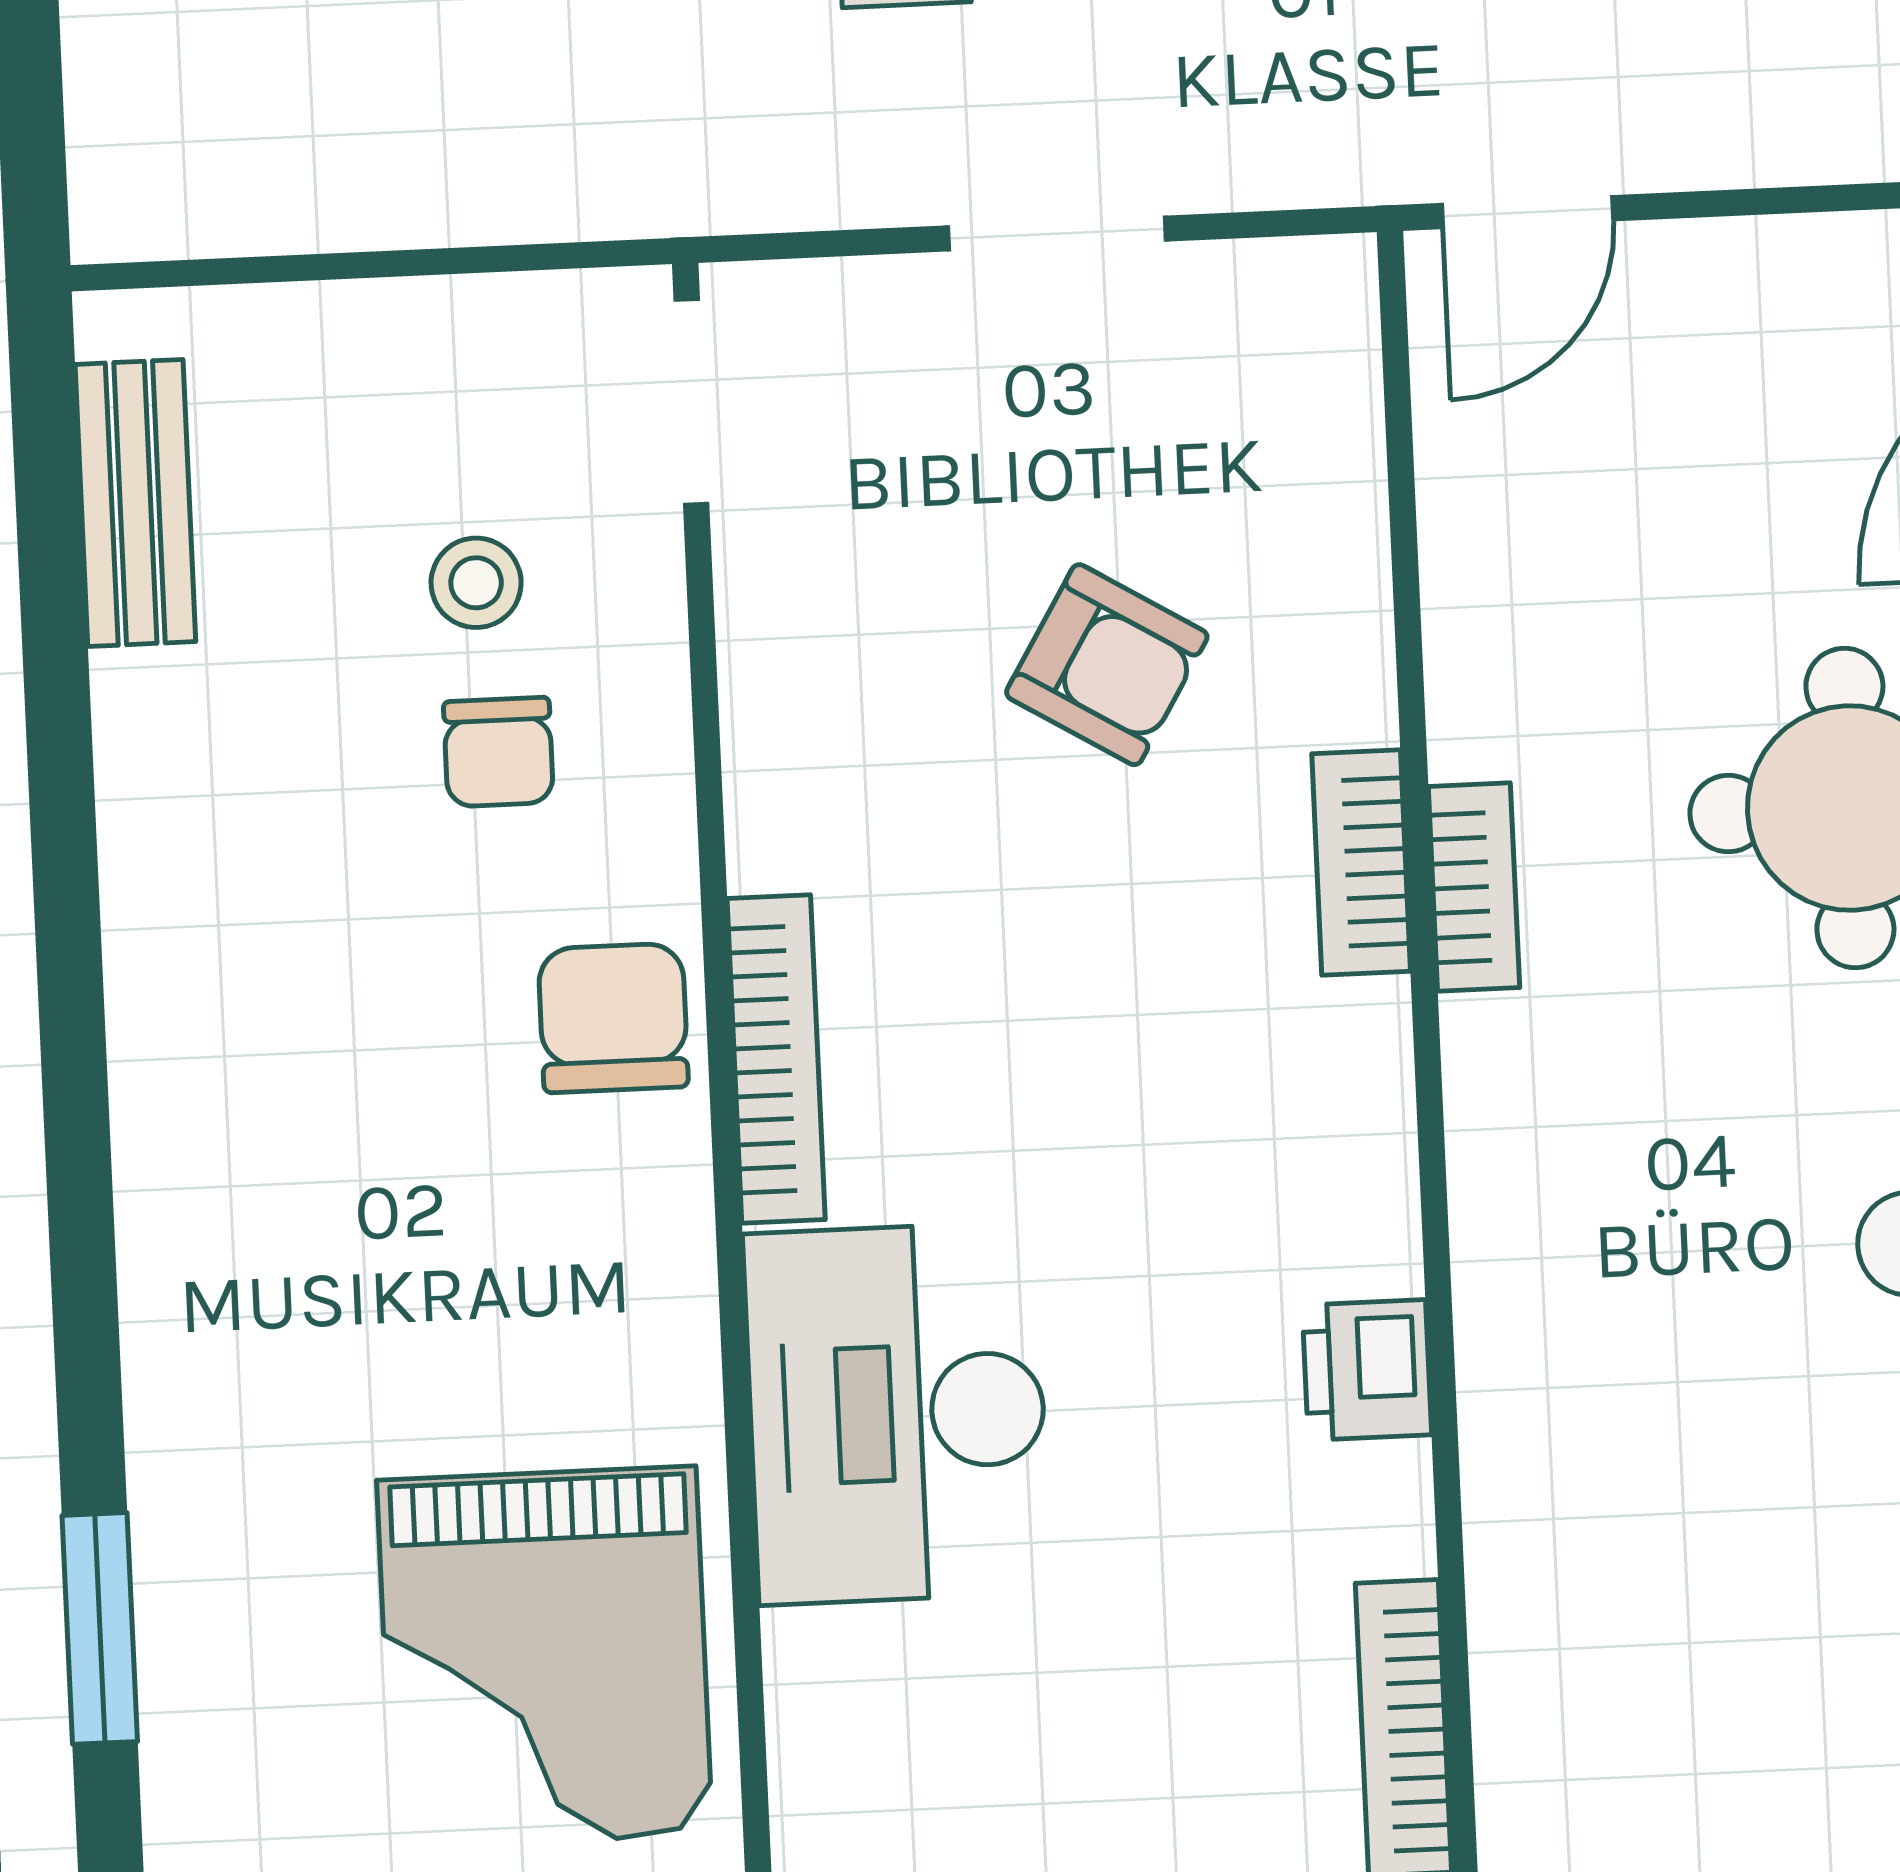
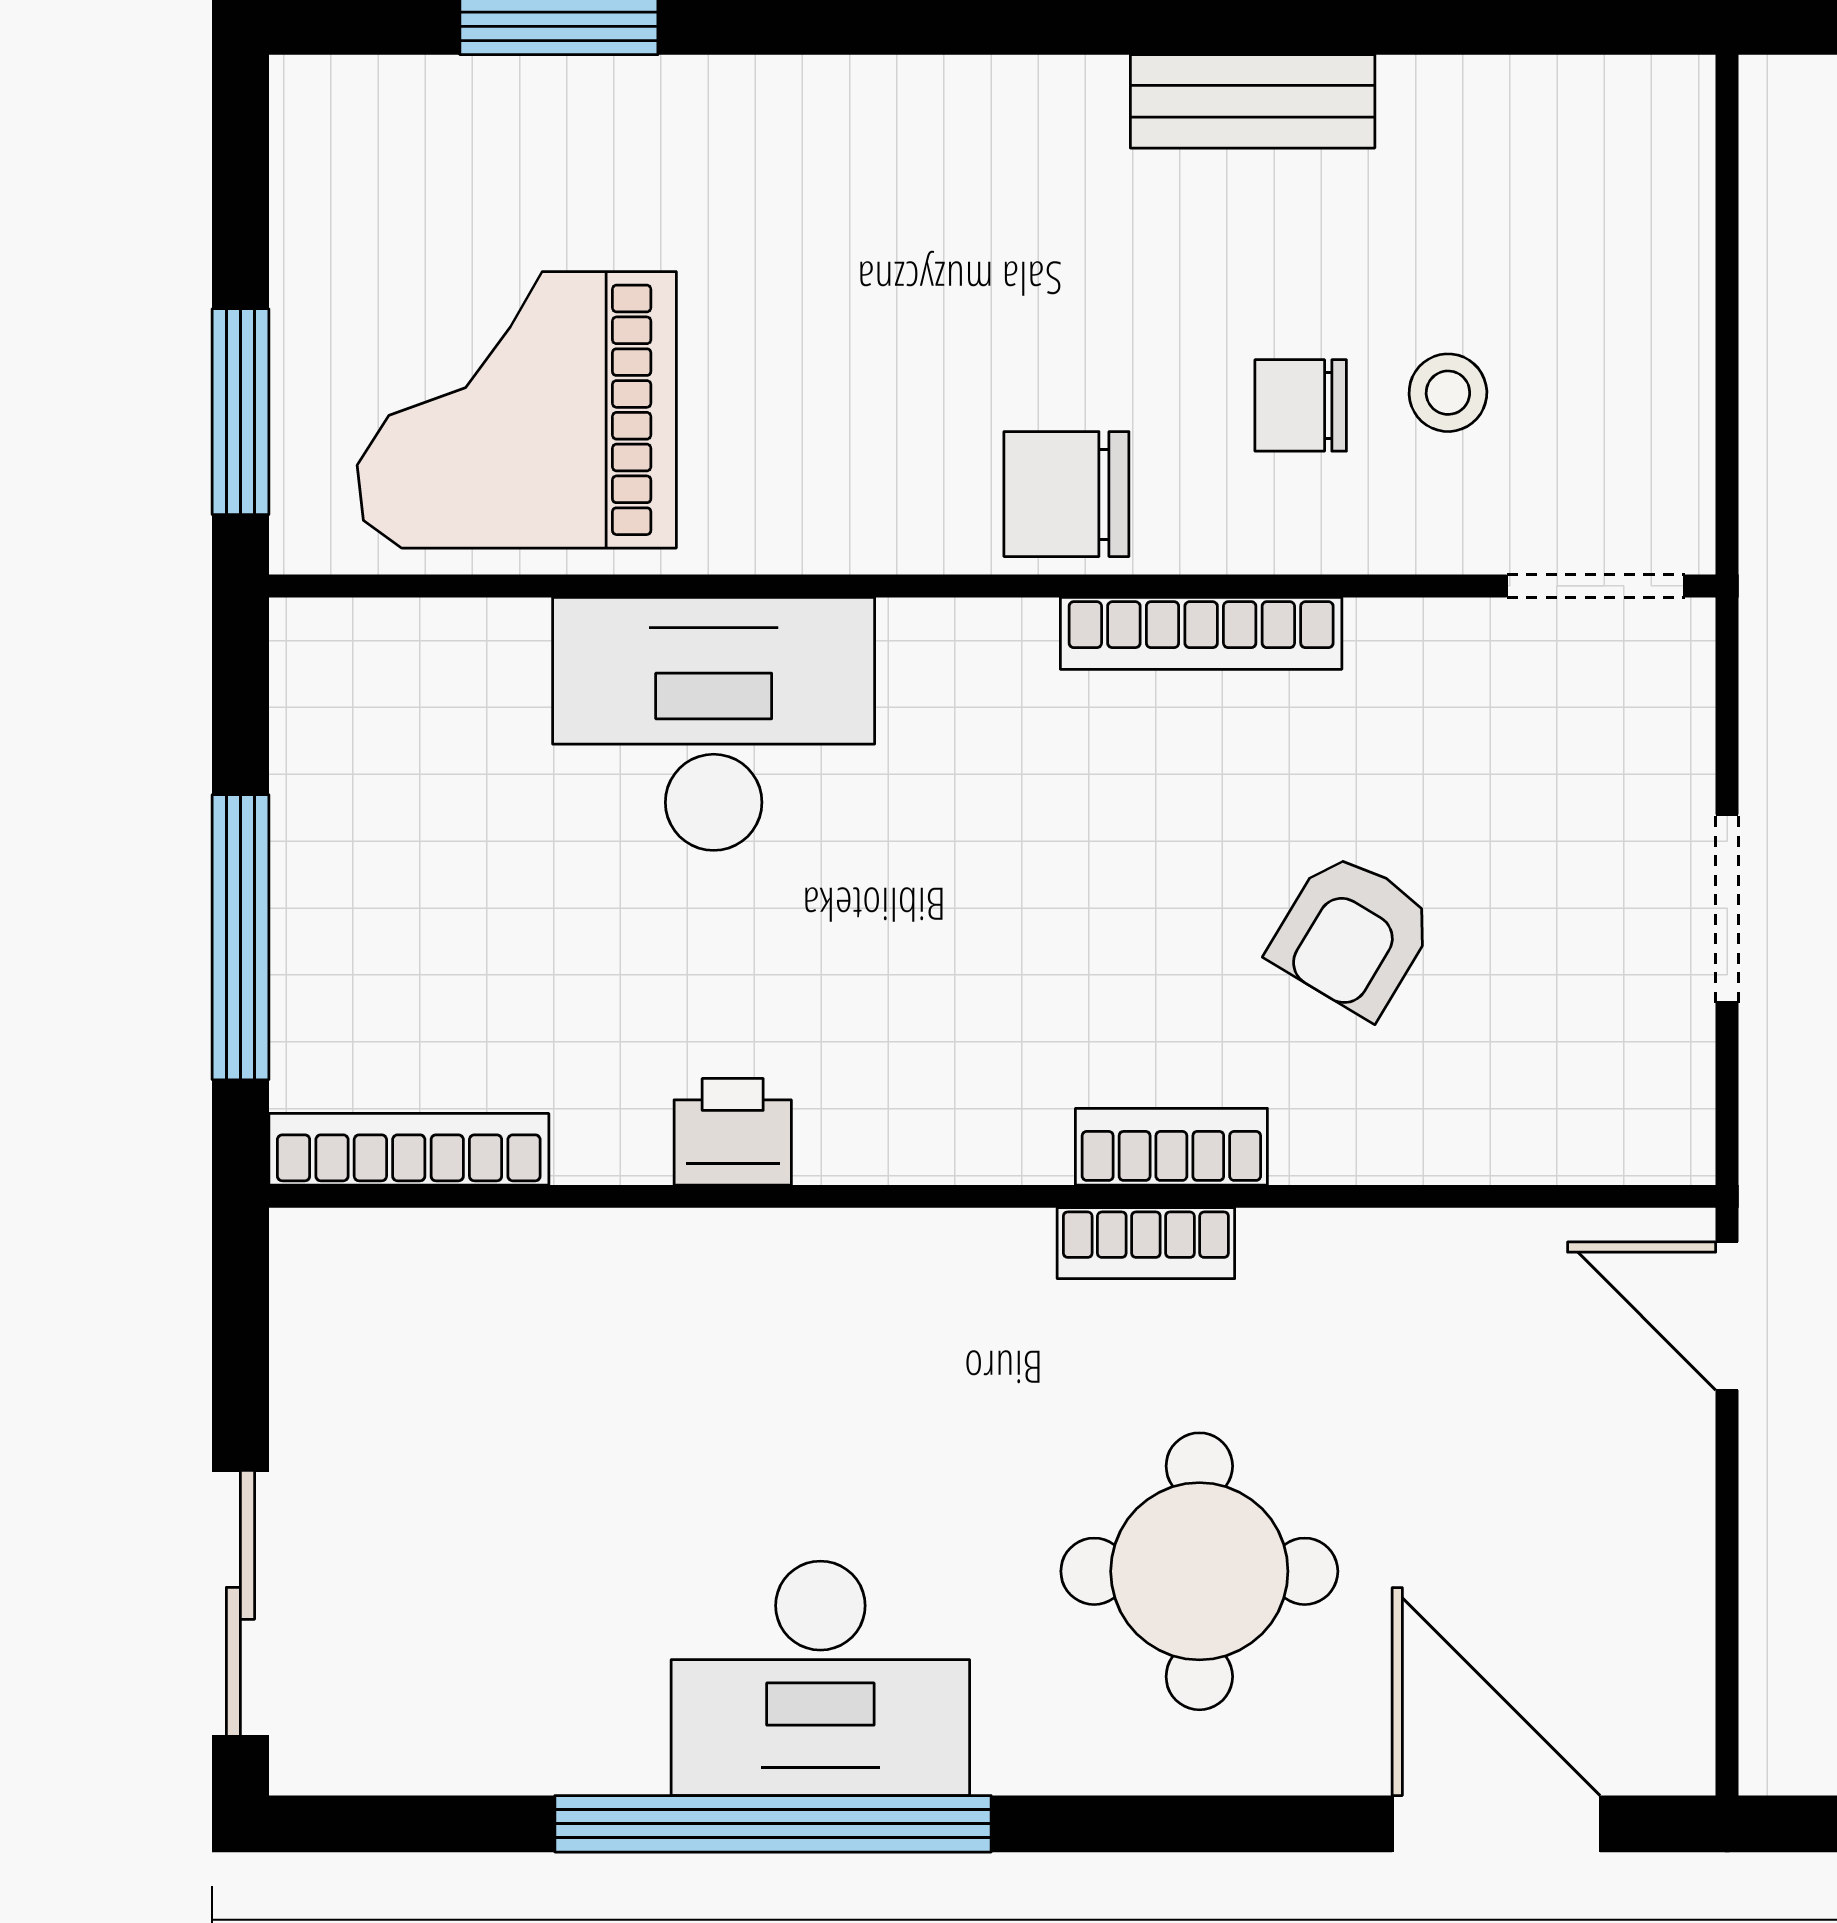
bench: (135, 503) -> (1253, 101), moved
chair: (613, 1018) -> (1066, 494), turned 180
bookcase: (776, 1059) -> (1201, 633), moved

